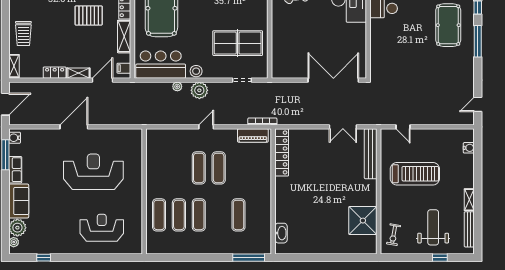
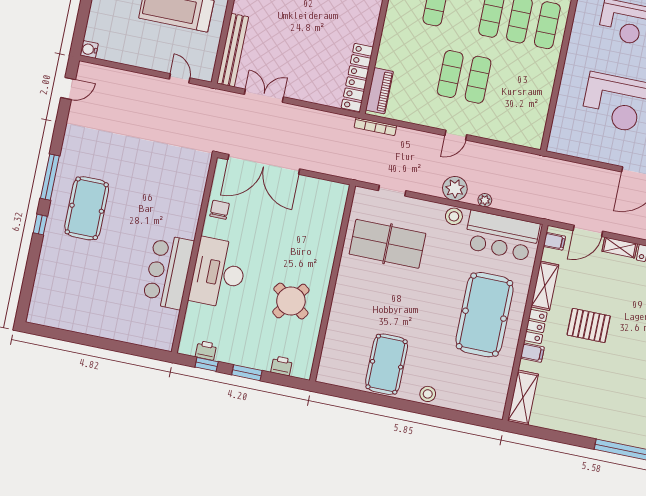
chair: (357, 43) -> (220, 210), added
piano: (253, 135) -> (379, 91), moved, turned 90
water cooler: (469, 148) -> (89, 49), moved

